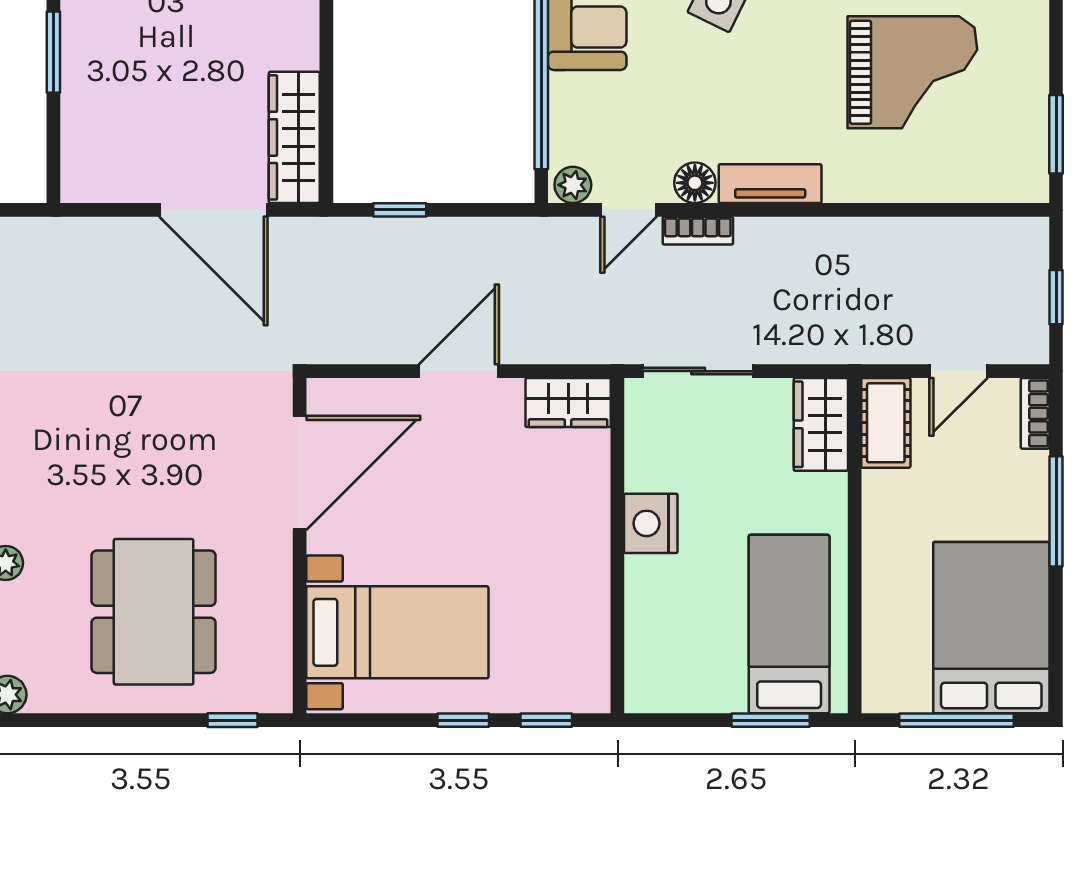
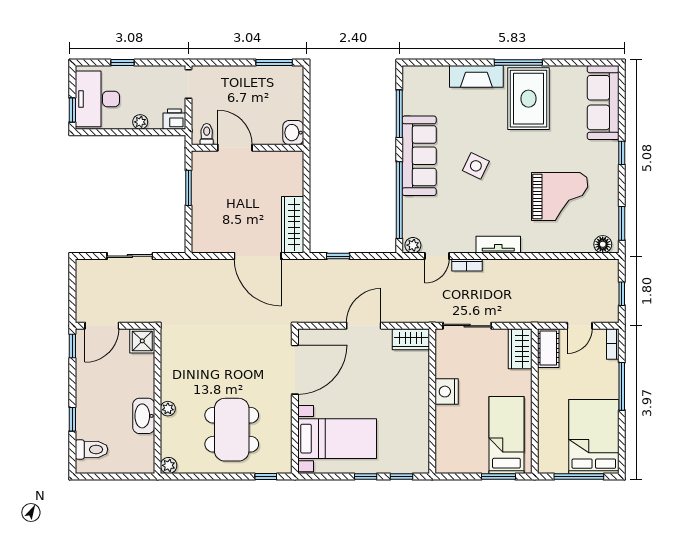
floor lamp: (695, 183) -> (603, 244), moved

